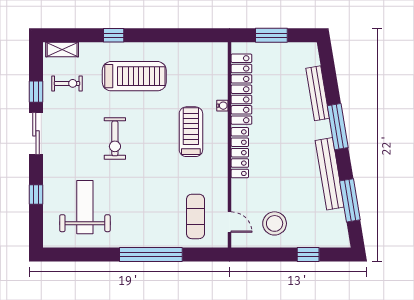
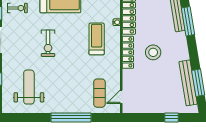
window: (338, 127) -> (188, 21), moved
bench: (330, 174) -> (188, 83), moved
door: (230, 222) -> (121, 97), swing flipped
stool: (275, 223) -> (153, 52), moved

